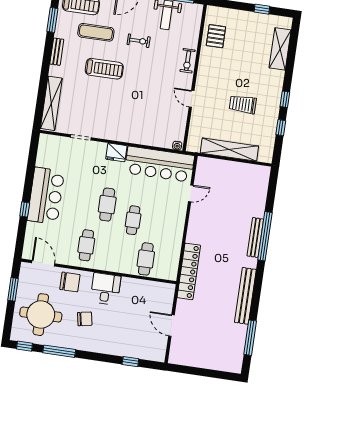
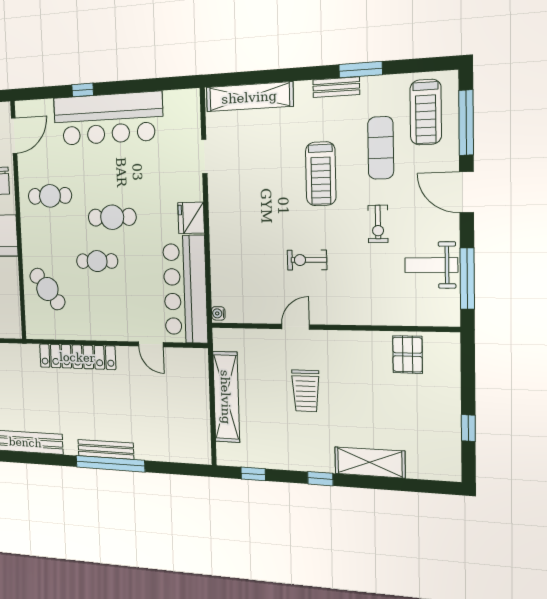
window: (52, 20) -> (361, 70), moved
pallet: (216, 36) -> (407, 355), turned 90
shelving: (280, 49) -> (370, 462), moved
exercise bike: (188, 61) -> (307, 260), moved
trolley: (243, 104) -> (306, 391), moved, turned 180
window: (281, 128) -> (253, 474), moved
bar counter: (46, 196) -> (108, 119), width x1.36
cafe table: (146, 259) -> (47, 289), turned 51
locker: (189, 271) -> (77, 357), moved

